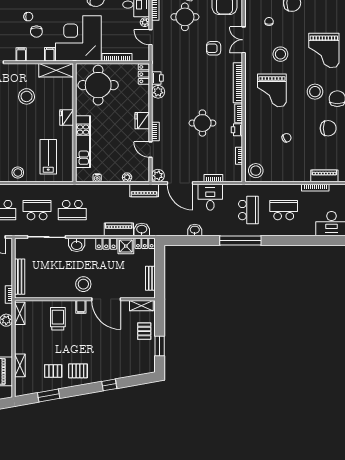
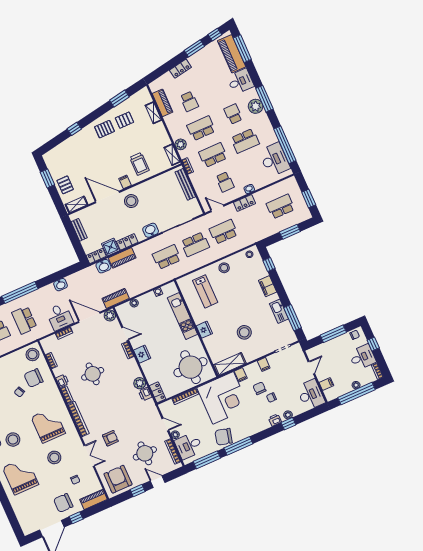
chair: (265, 146) -> (34, 378), added

